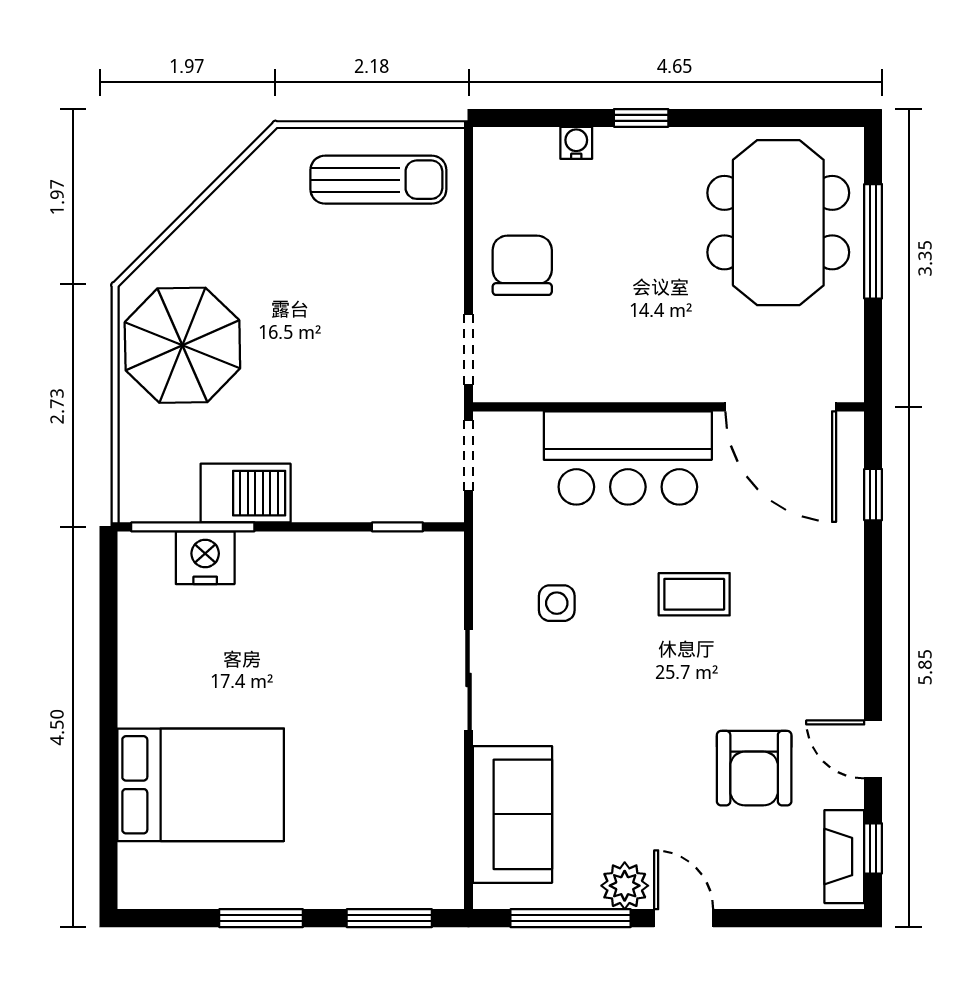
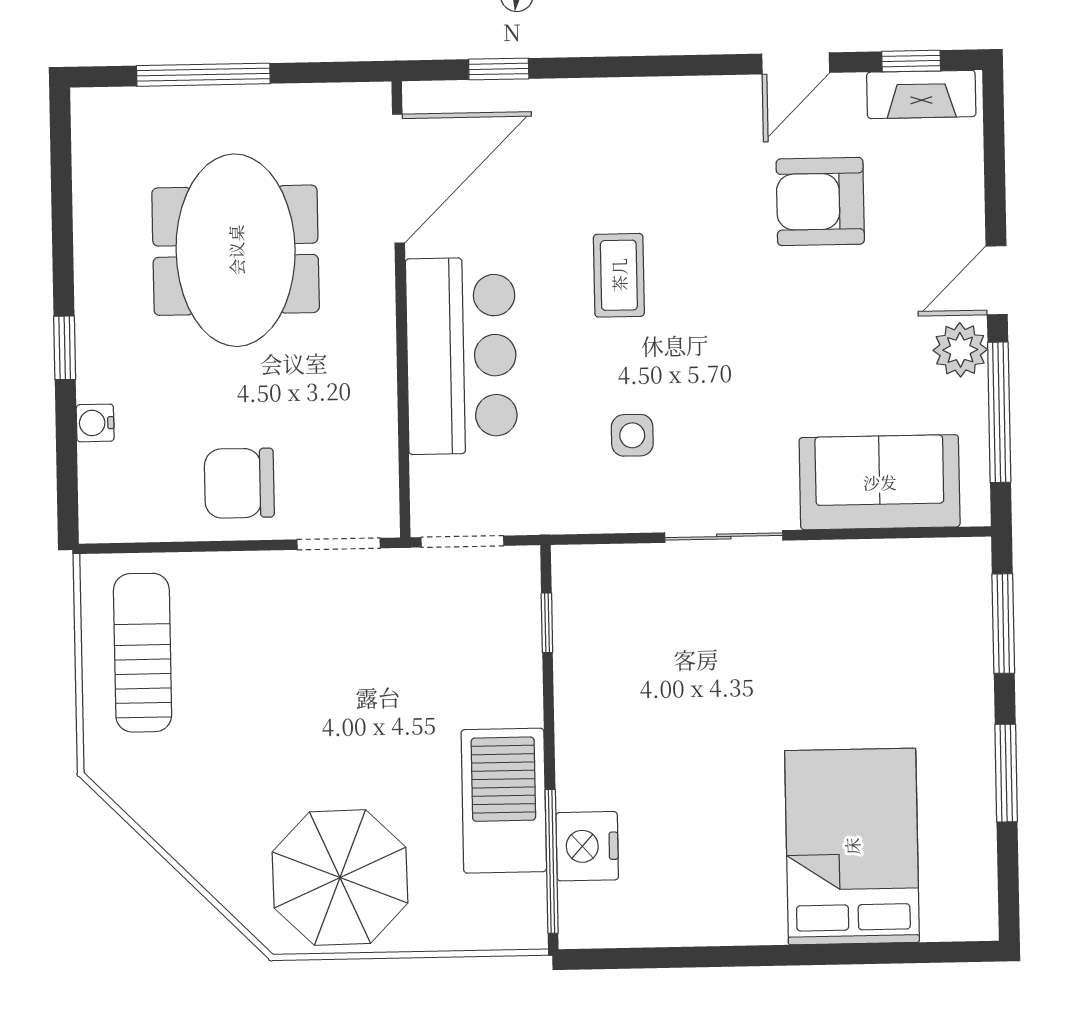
meeting table: (778, 223) -> (236, 250), moved, turned 90
barbecue: (246, 493) -> (504, 801), width x1.37, depth x1.21
armchair: (754, 768) -> (820, 202), turned 180

